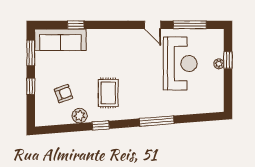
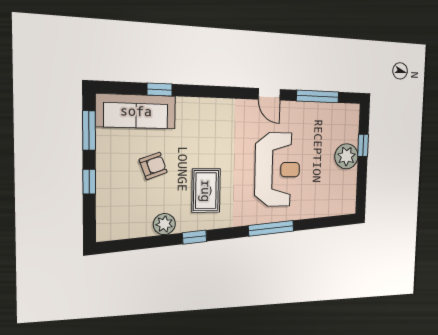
reception desk: (180, 64) -> (277, 170), moved
plant: (219, 64) -> (346, 156), width x1.88, depth x1.88
armchair: (64, 94) -> (153, 166), moved

